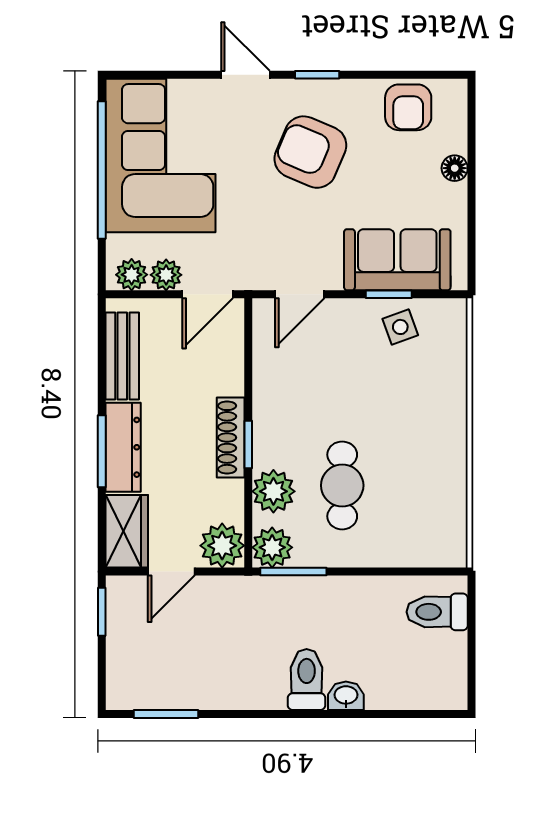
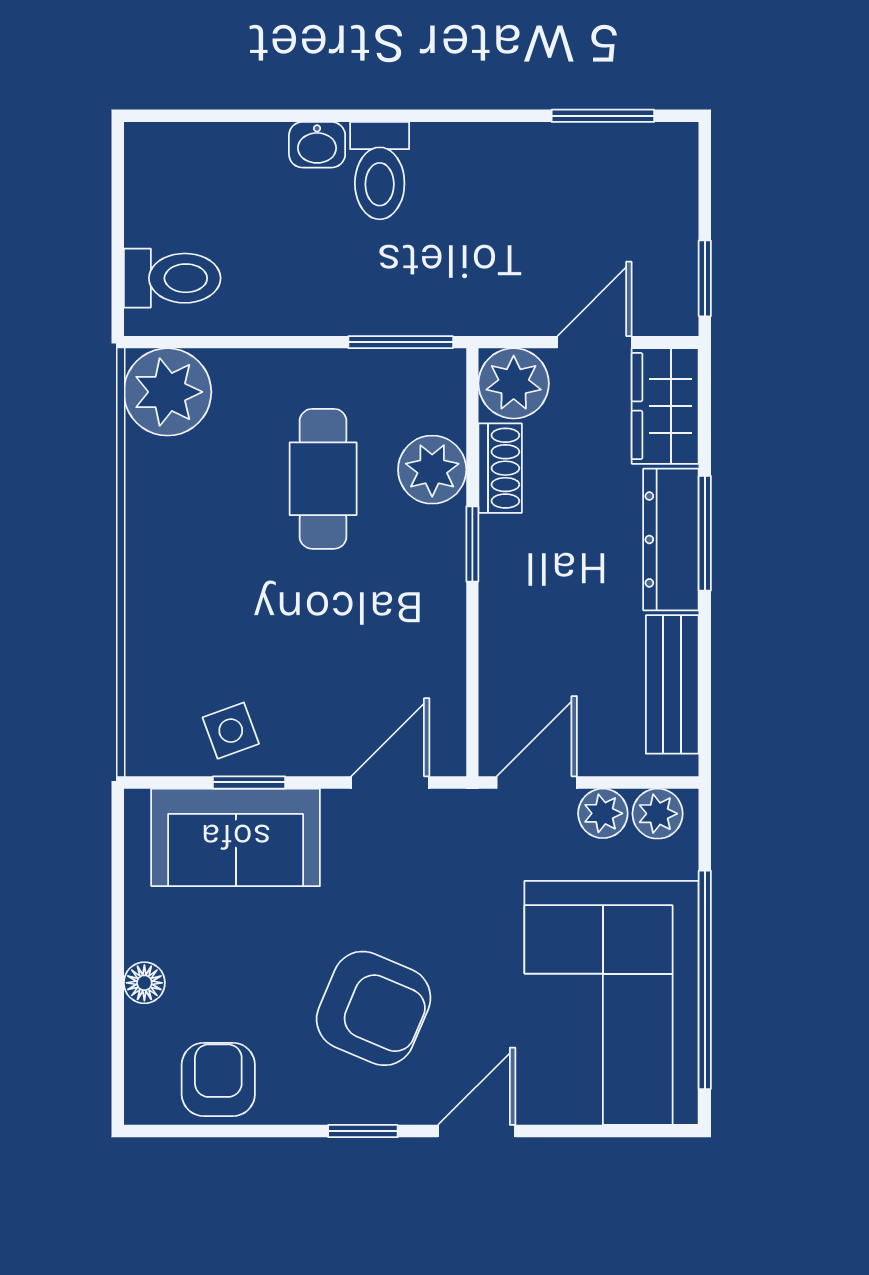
door: (245, 75) -> (477, 1131), swing flipped
shoe rack: (231, 437) -> (500, 468), moved, width x0.70
plant: (272, 547) -> (168, 392), moved, width x1.36, depth x1.36

